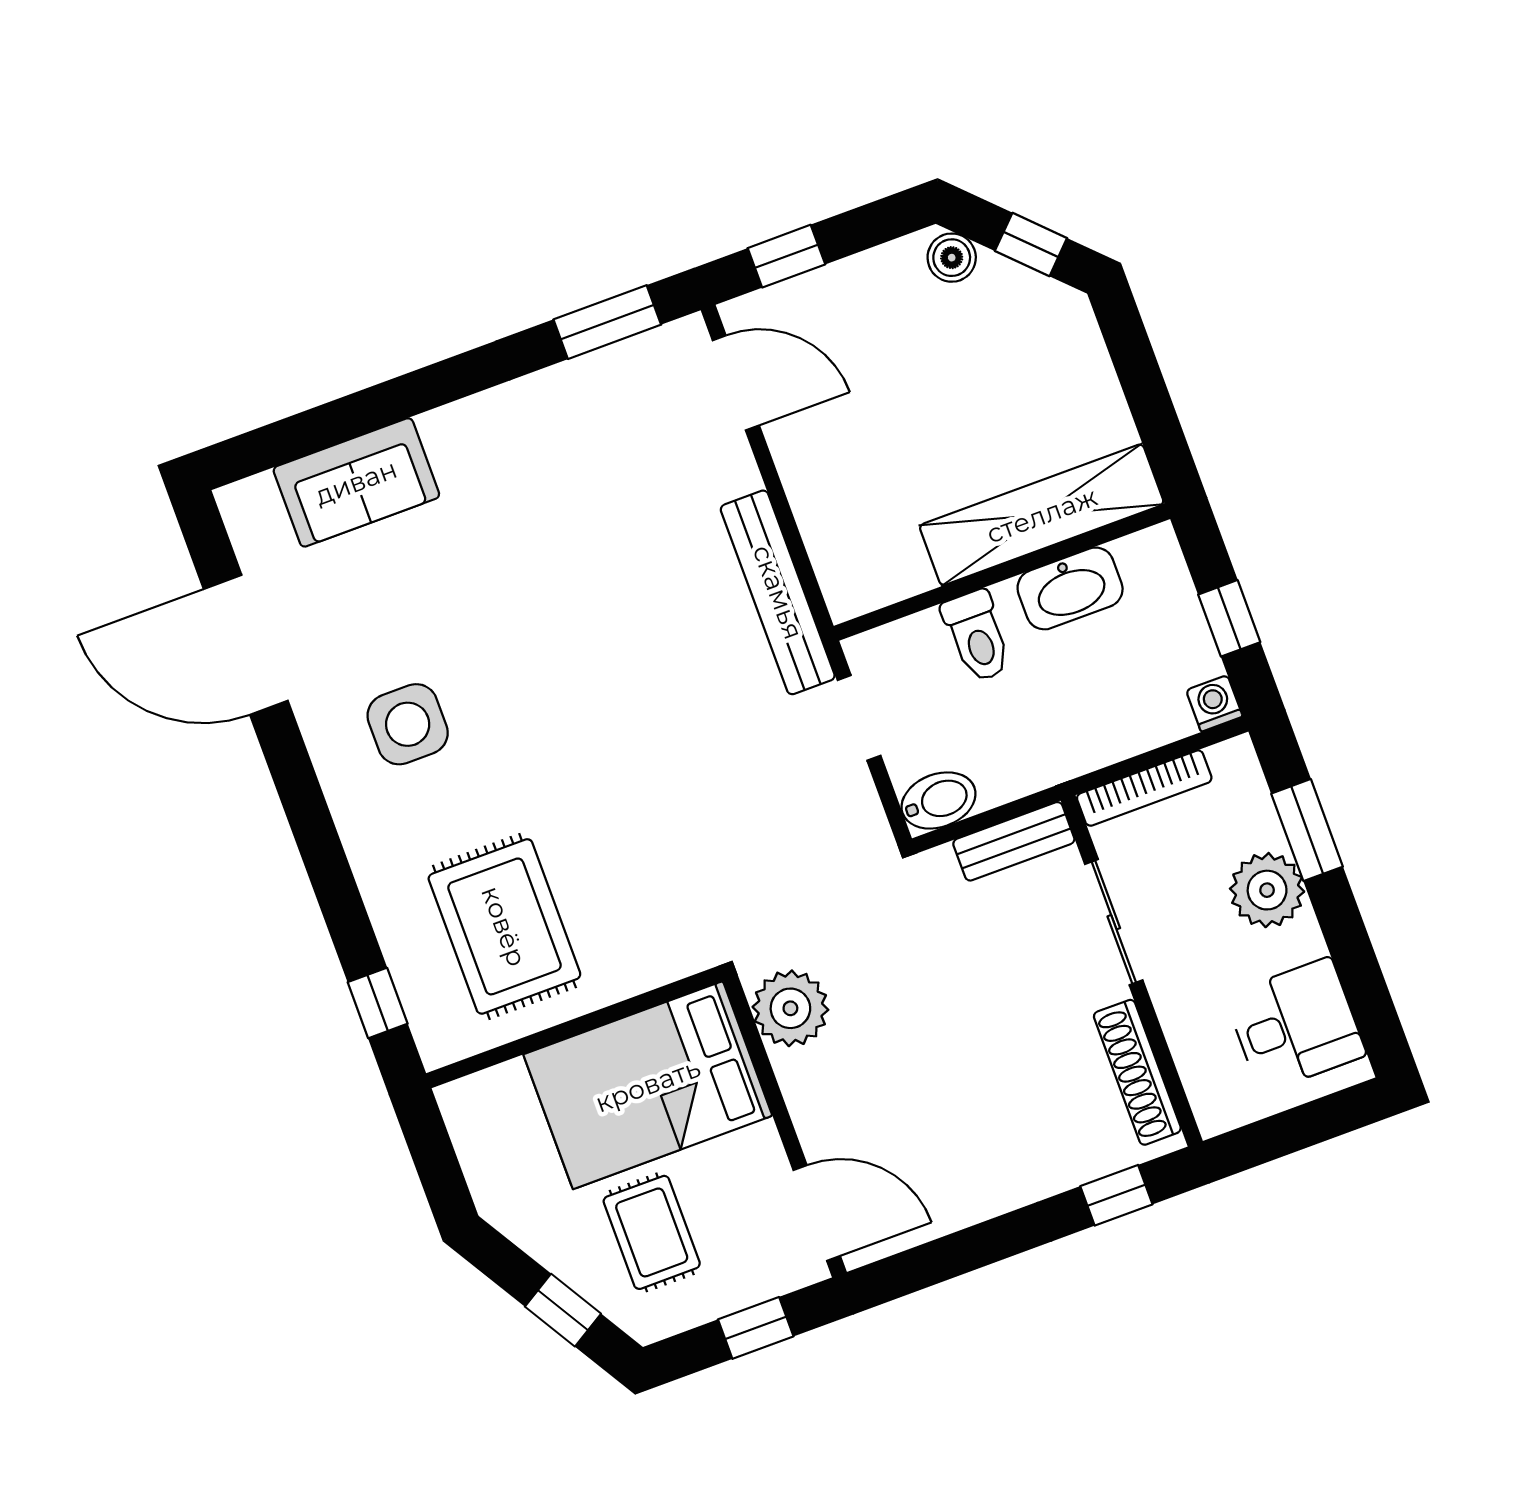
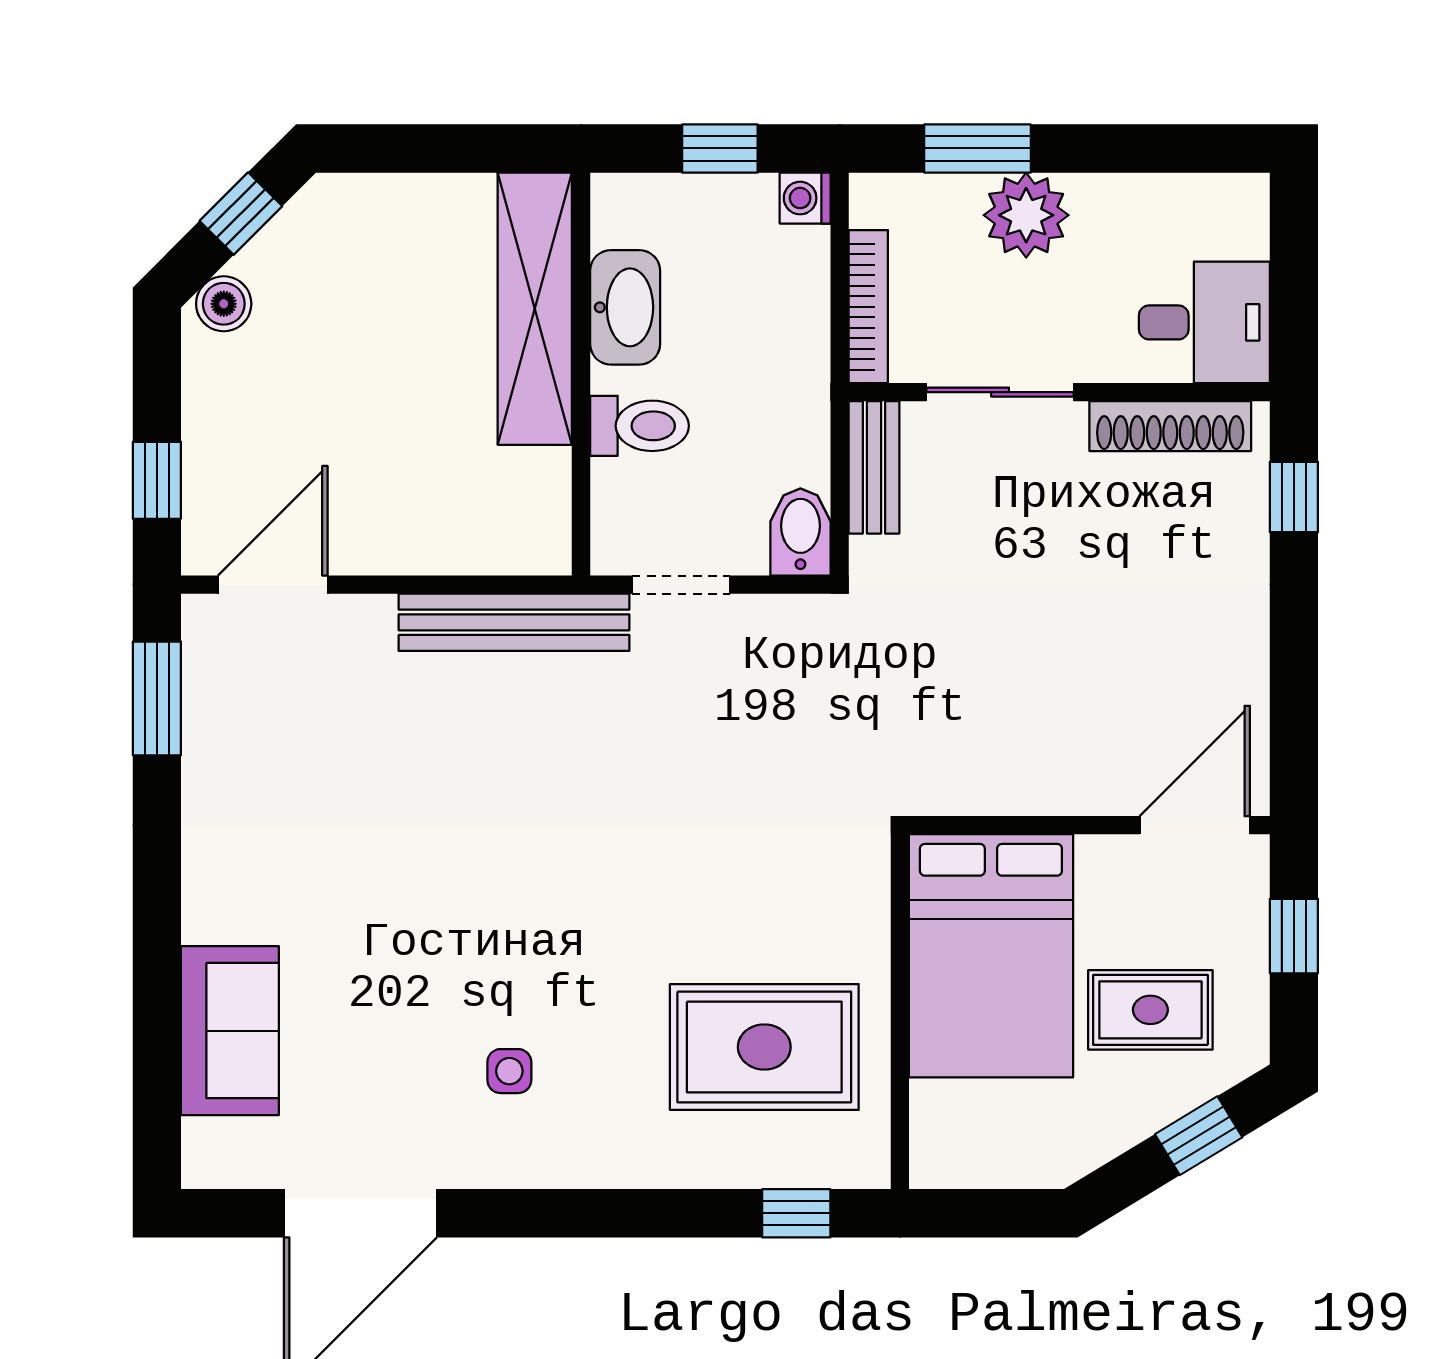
side table: (408, 724) -> (509, 1071), width x0.54, depth x0.54
plant: (790, 1008) -> (965, 773), removed
desk: (1295, 1025) -> (1204, 322), moved, turned 90

